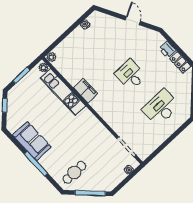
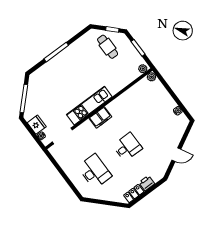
filing cabinet: (86, 91) -> (100, 118), moved
kitchen unit: (63, 92) -> (89, 106), moved
sofa: (32, 141) -> (77, 51), removed
cafe table: (74, 172) -> (108, 47), moved
fridge: (117, 176) -> (37, 125), added

